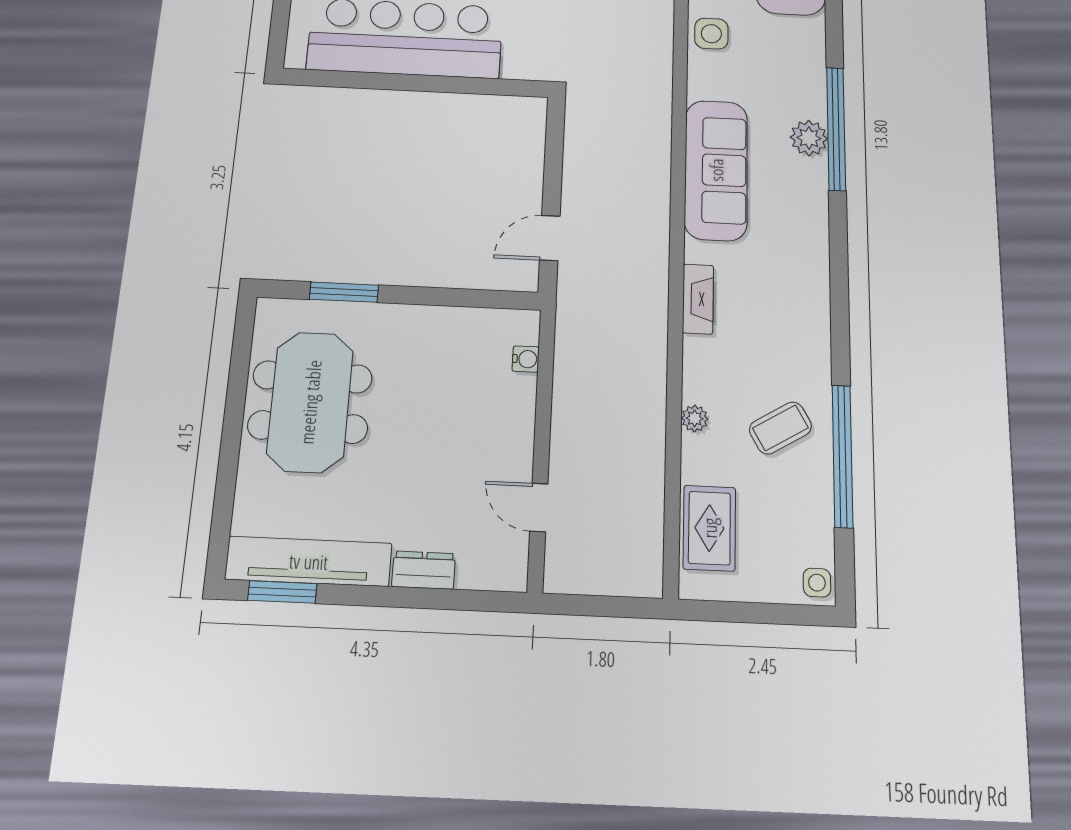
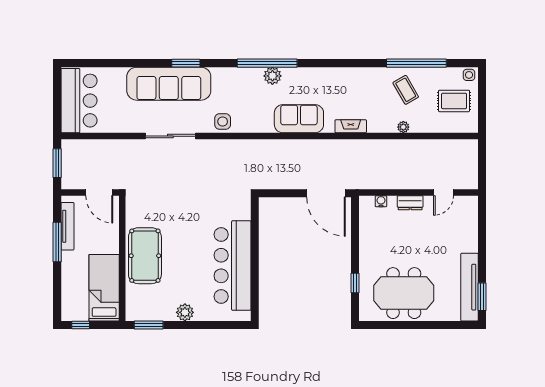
sofa: (716, 170) -> (299, 119), width x0.73
door: (550, 238) -> (326, 193), width x1.87
window: (344, 292) -> (355, 283), width x0.67
rug: (709, 528) -> (454, 101), moved
dresser: (424, 570) -> (410, 203), moved, turned -90

